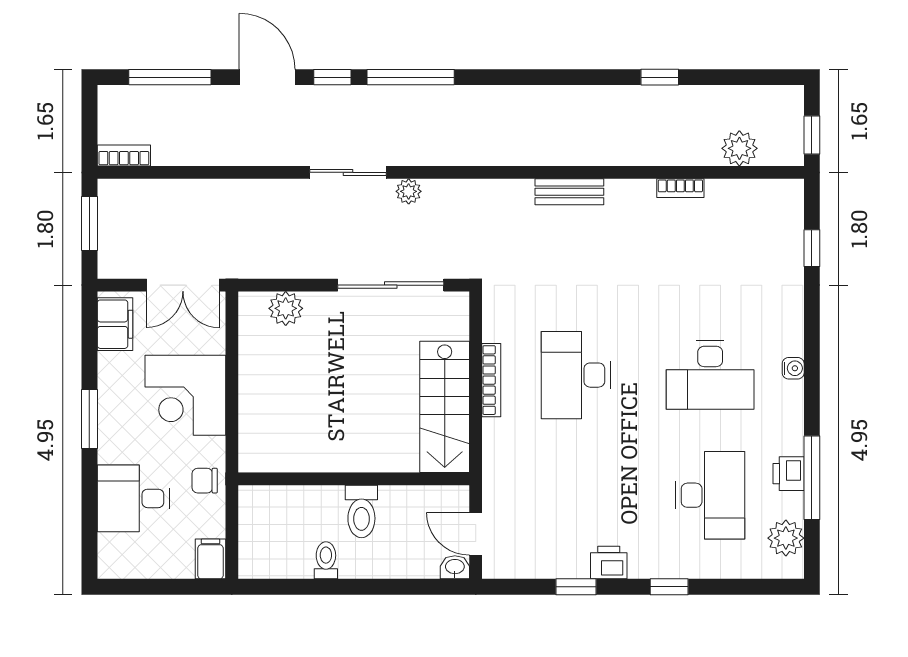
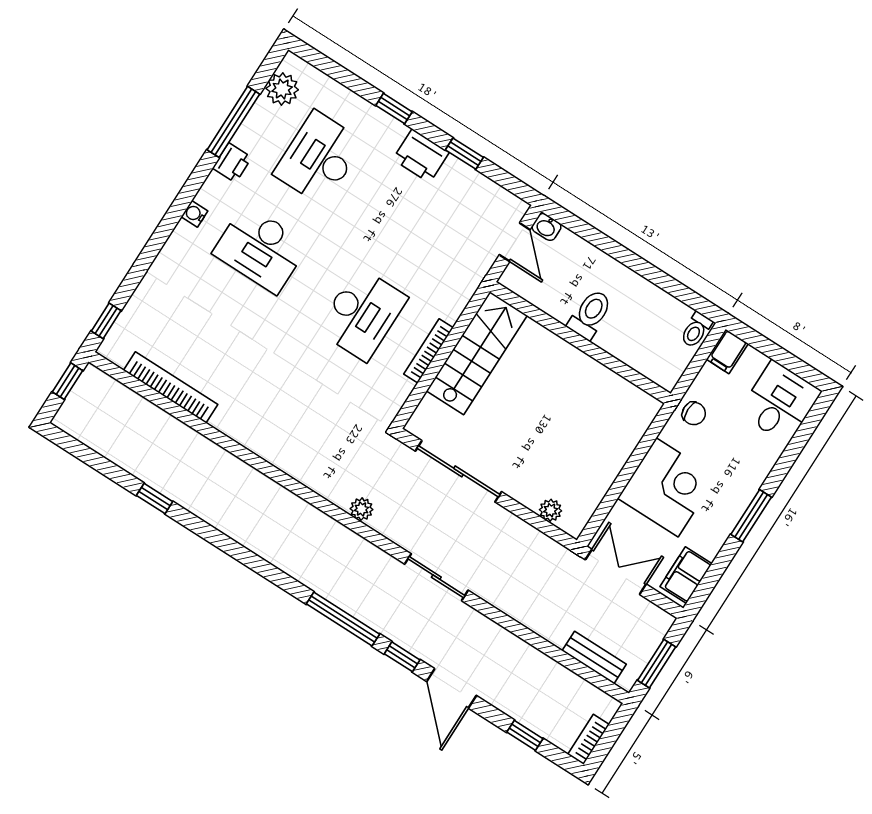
window: (170, 77) -> (525, 735), width x0.46
plant: (739, 148) -> (129, 406), removed
bookcase: (124, 156) -> (588, 739), moved, turned 90
bookcase: (680, 188) -> (171, 387), width x2.31, depth x1.31
plant: (409, 191) -> (362, 509), moved
bench: (569, 192) -> (594, 657), moved
window: (812, 248) -> (106, 321), moved
plant: (286, 308) -> (551, 510), width x0.73, depth x0.73
desk: (710, 375) -> (261, 249), turned 180
printer: (789, 474) -> (232, 163), moved
desk: (133, 498) -> (780, 402), moved, turned -90
toilet: (326, 560) -> (696, 330), moved
printer: (609, 563) -> (421, 156), width x1.36, depth x1.24

